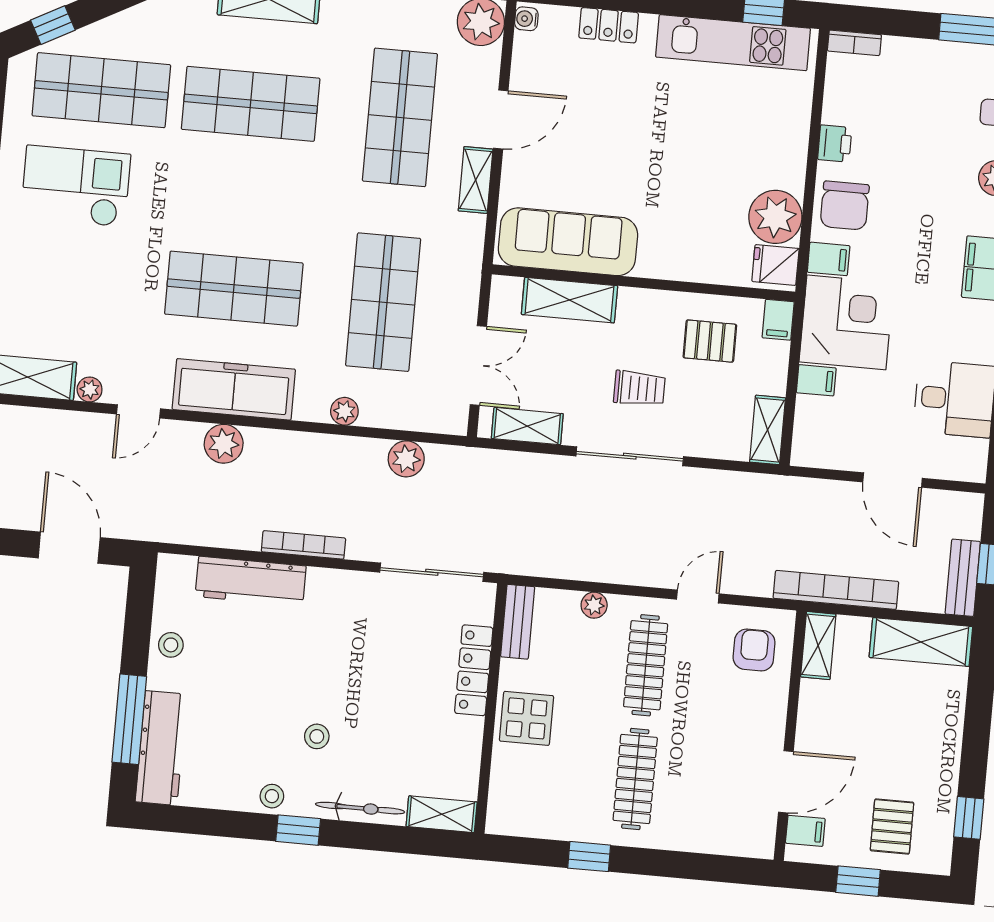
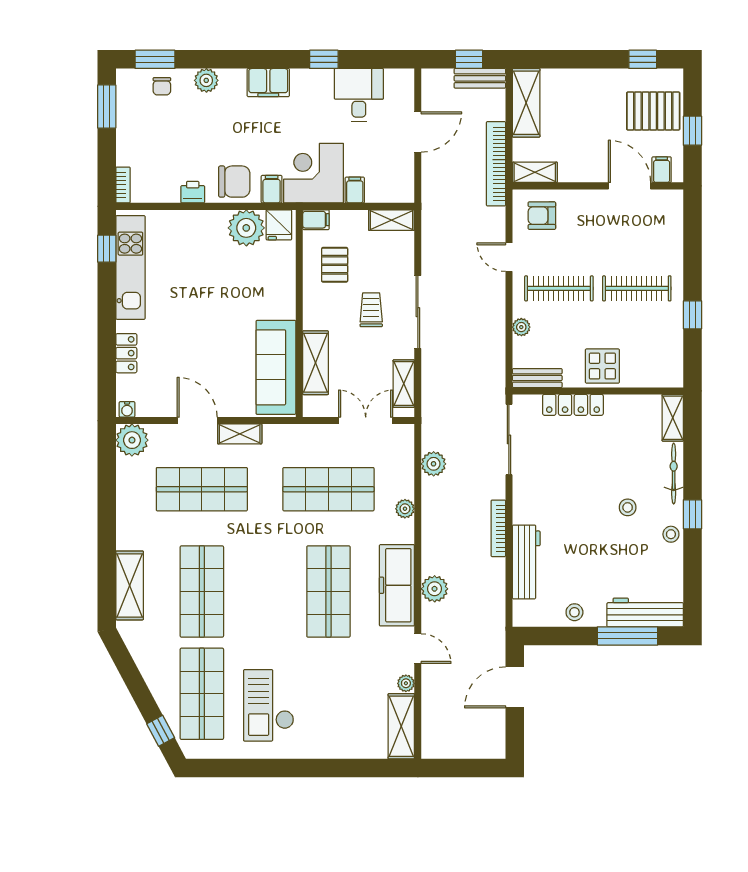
pallet: (892, 826) -> (653, 111), width x1.50, depth x1.42

